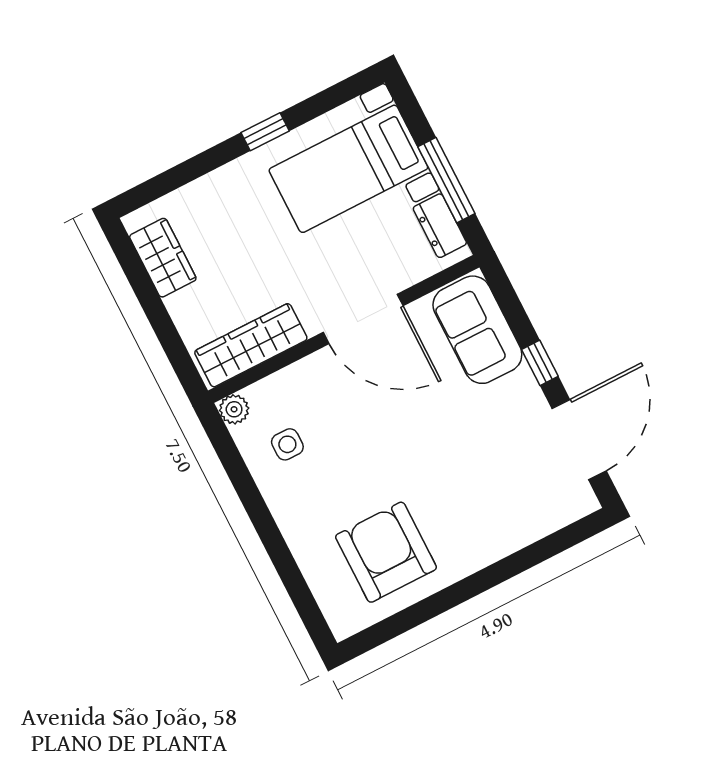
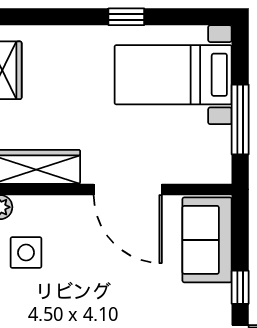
dresser: (440, 226) -> (218, 150), removed
side table: (287, 444) -> (26, 253), width x1.37, depth x1.37

